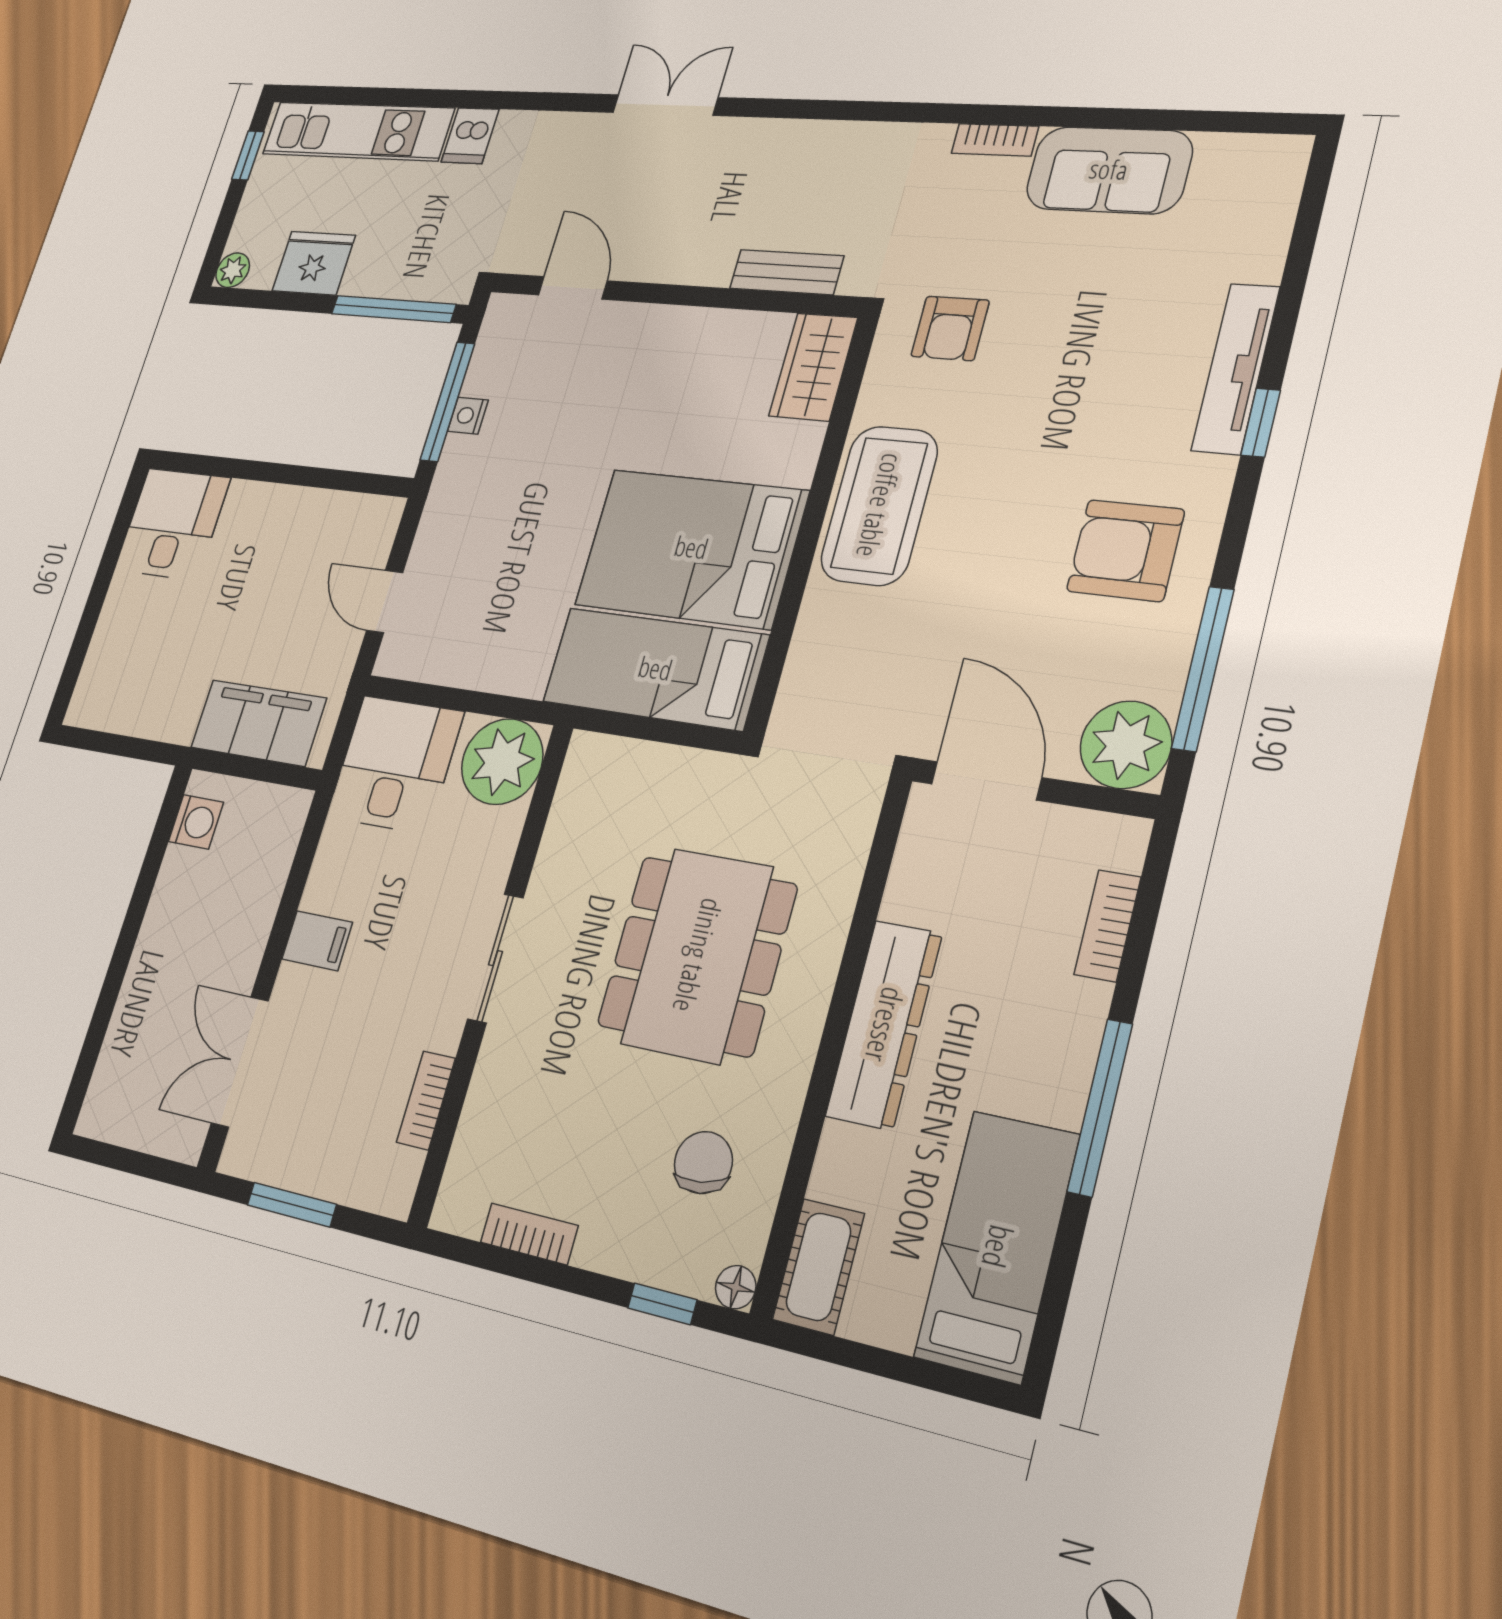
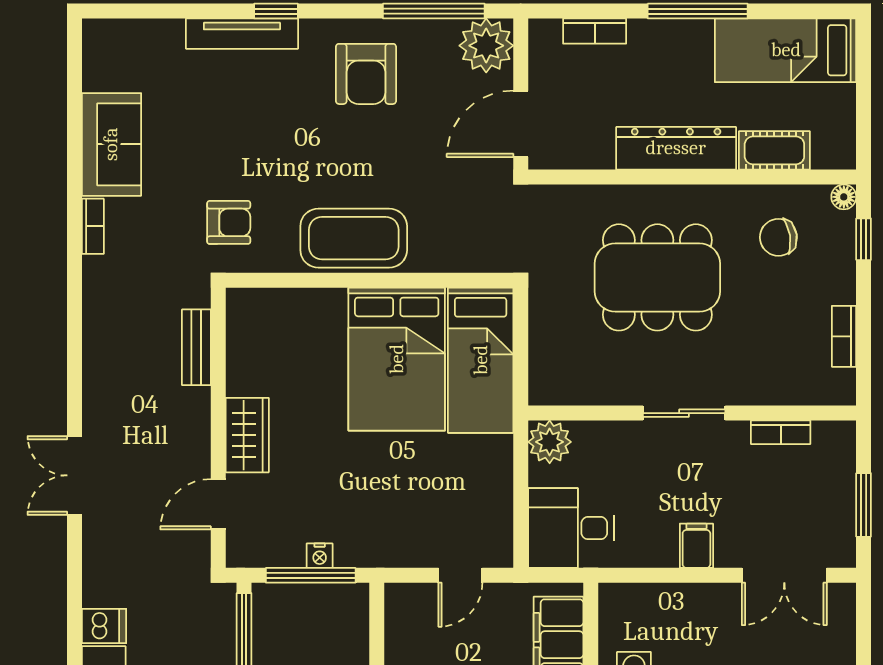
wardrobe: (813, 367) -> (247, 435), moved, turned -90
plant: (502, 761) -> (550, 442), width x0.73, depth x0.73
cot: (819, 1267) -> (774, 150), moved

